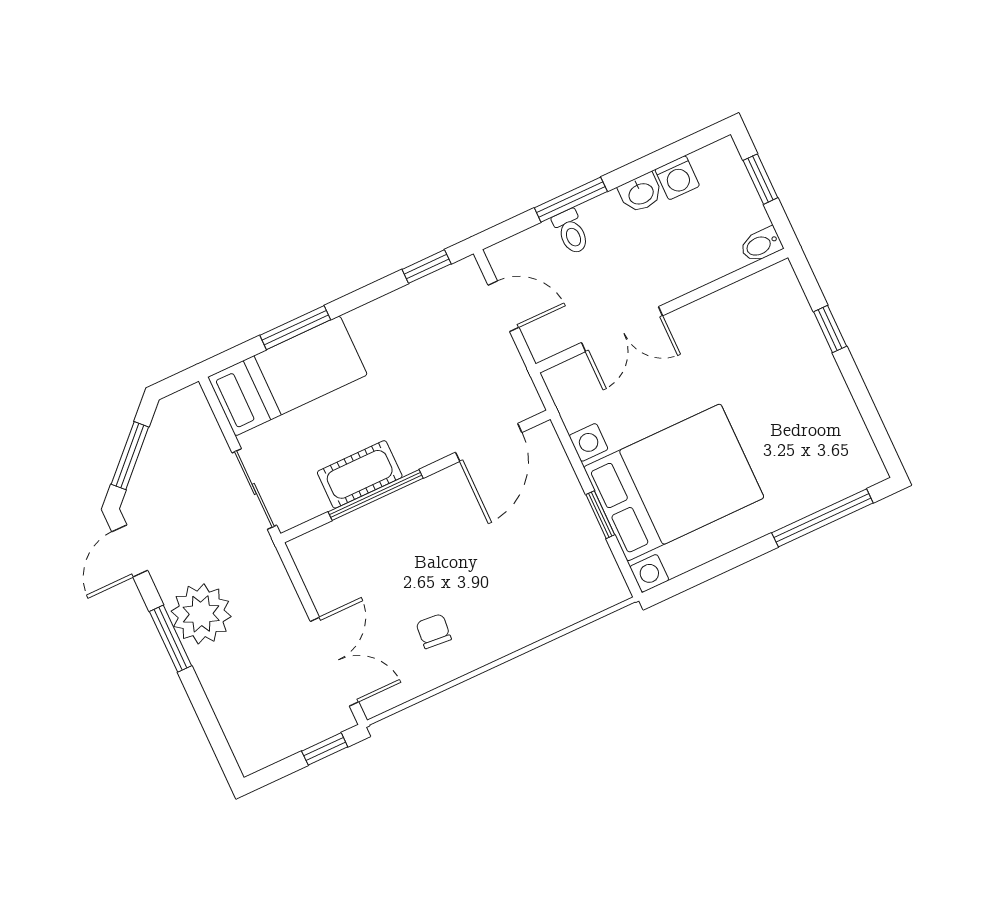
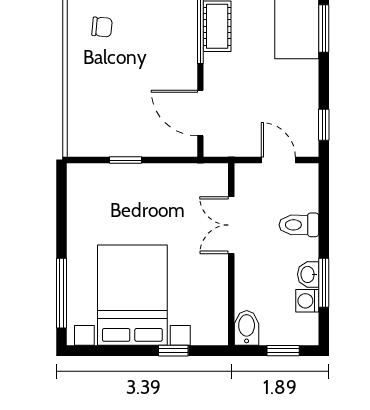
window: (571, 200) -> (324, 283), moved
toilet: (571, 232) -> (299, 225), width x1.37, depth x1.39
bidet: (761, 245) -> (247, 328), width x1.38, depth x1.36
door: (504, 306) -> (278, 160), swing flipped
bed with nightstands: (674, 482) -> (132, 295), moved, turned 180

